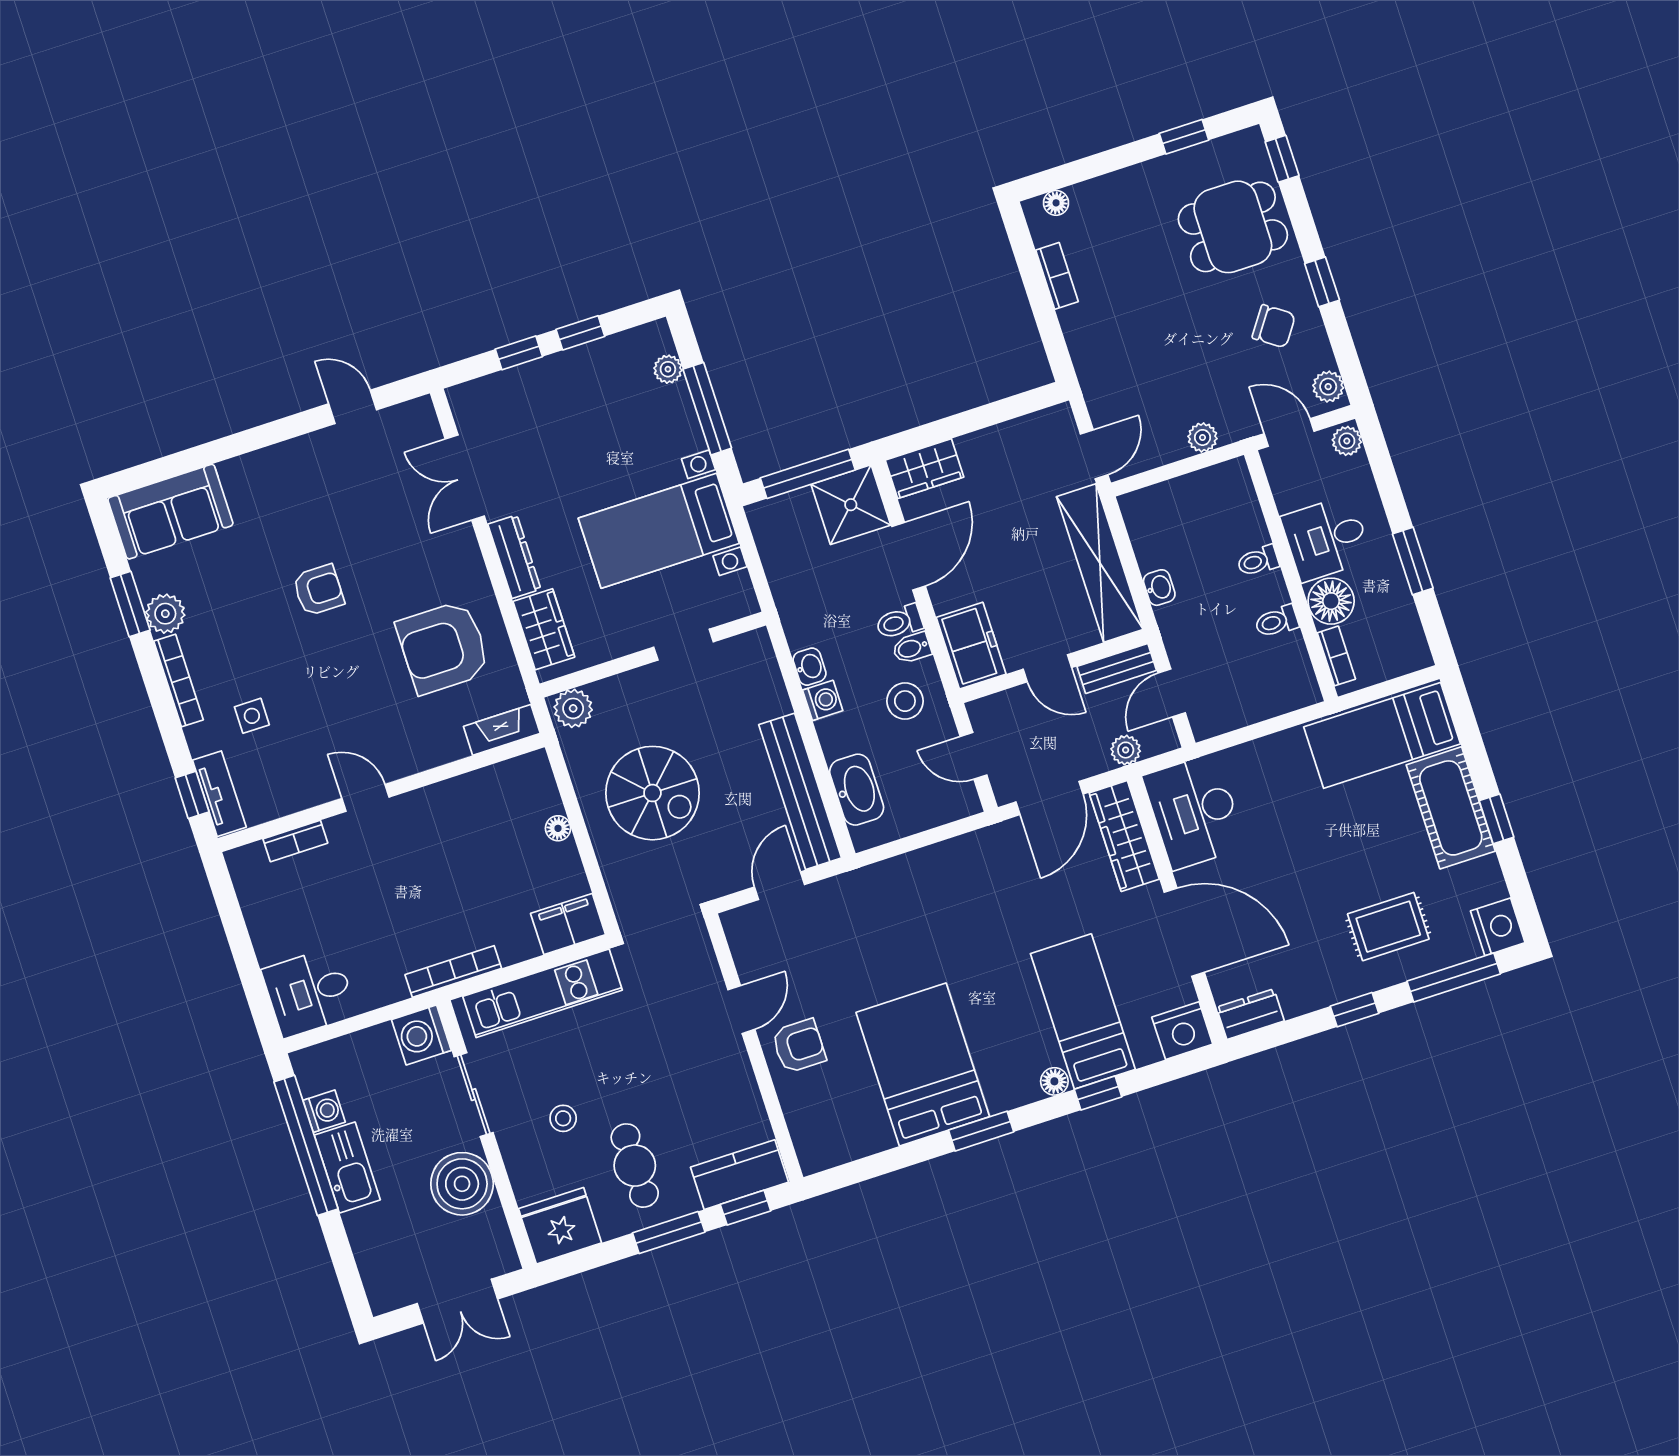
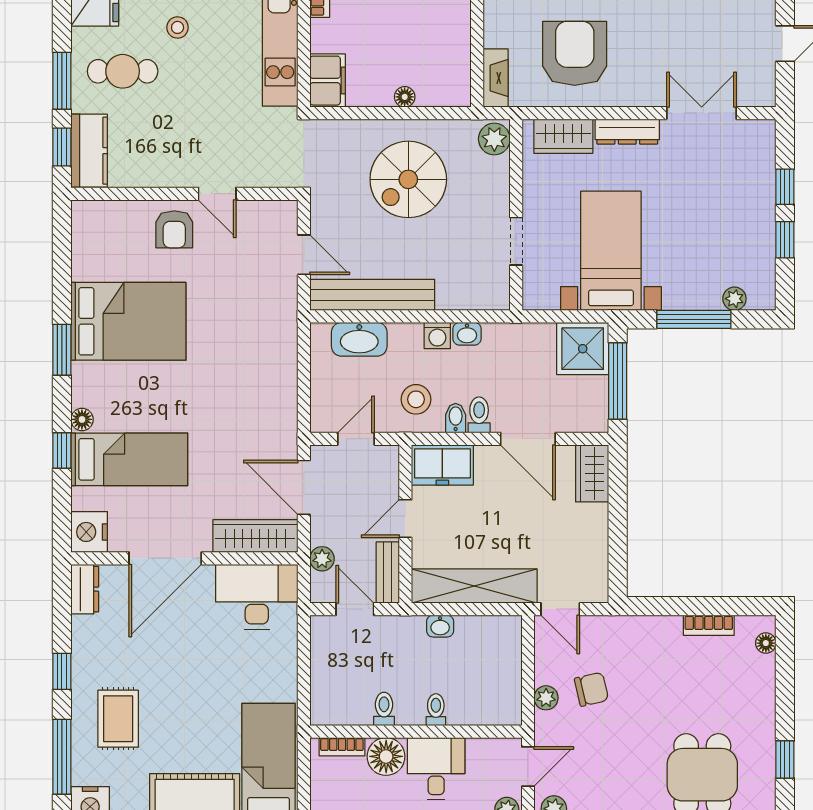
chair: (1274, 326) -> (591, 689), moved, turned -138
shower: (851, 505) -> (583, 349), moved

